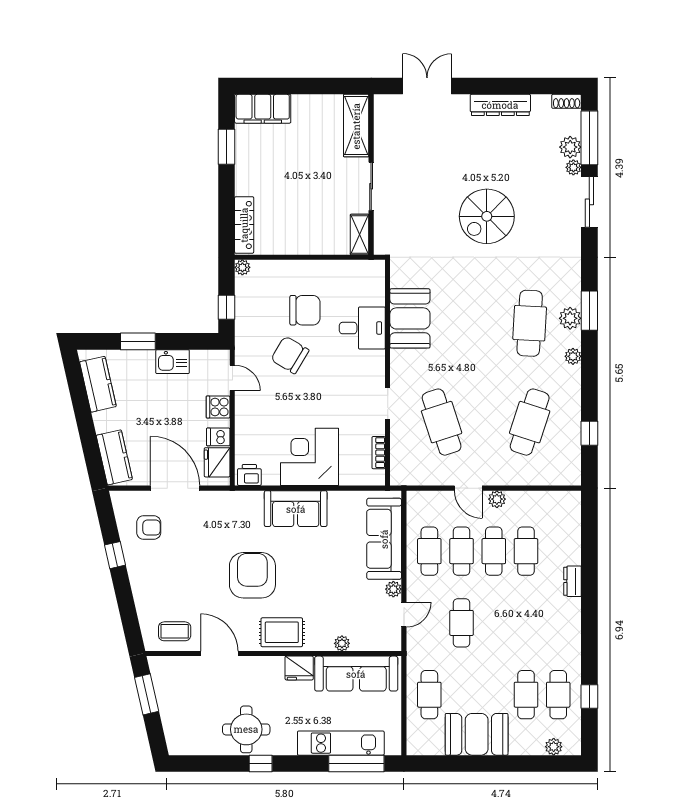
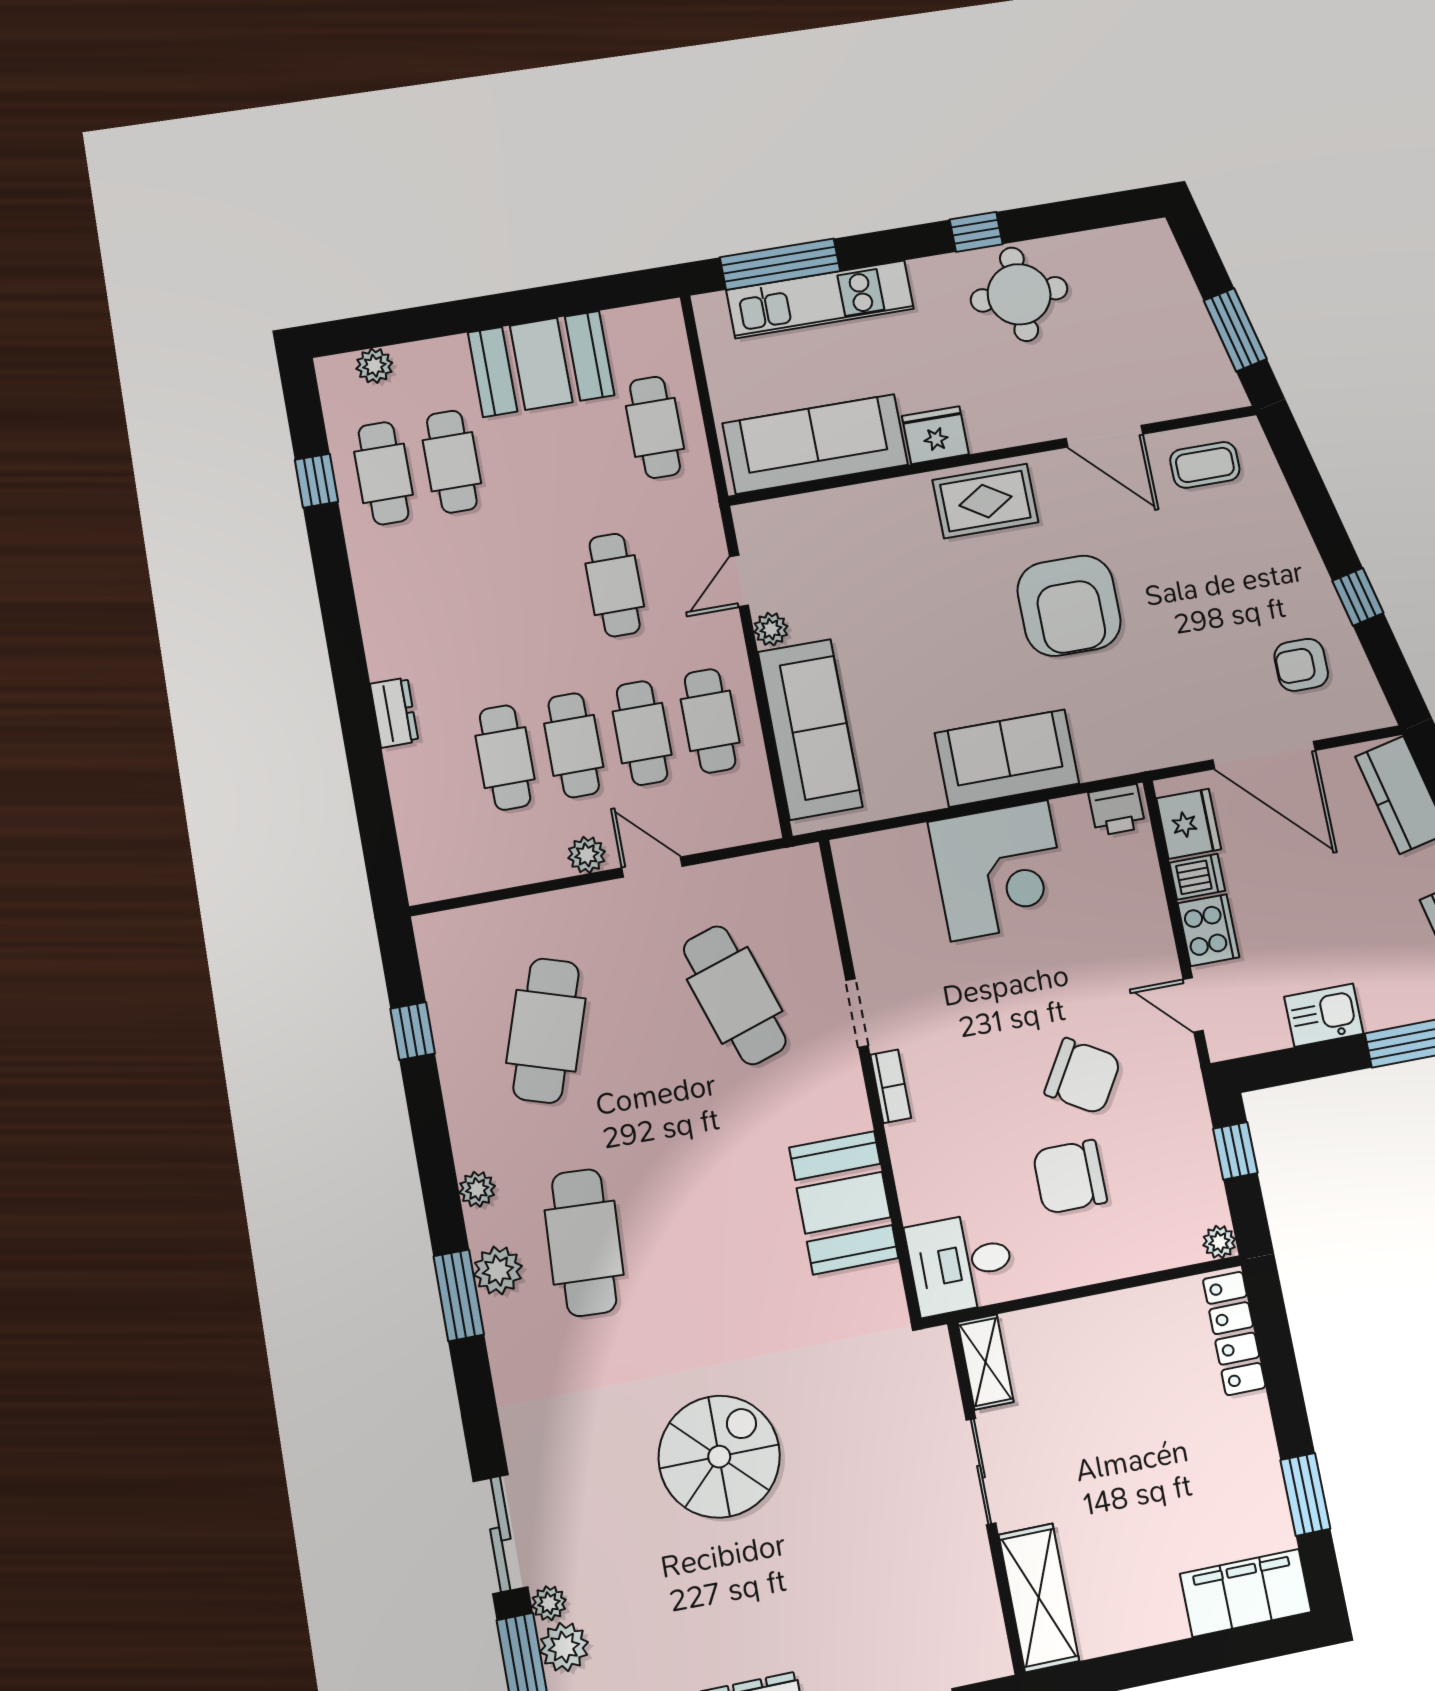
desk: (362, 328) -> (961, 1263), moved
cooker: (218, 407) -> (1209, 930), width x1.36
bookcase: (379, 453) -> (891, 1086), moved
plant: (342, 643) -> (857, 500), removed

